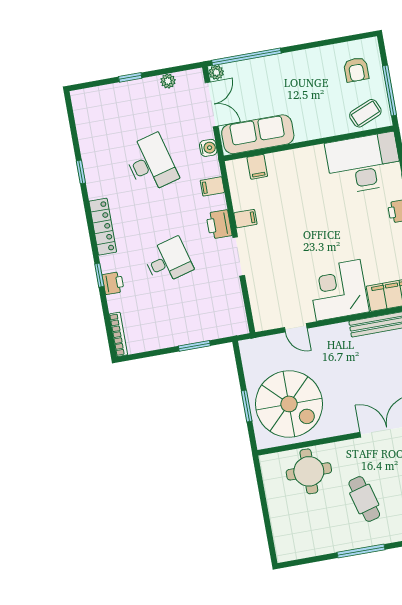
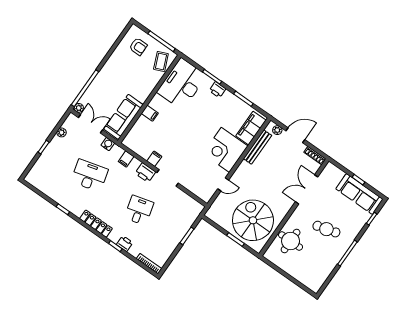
filing cabinet: (257, 167) -> (150, 113), moved
spiral stairs: (289, 404) -> (253, 220), turned -90

